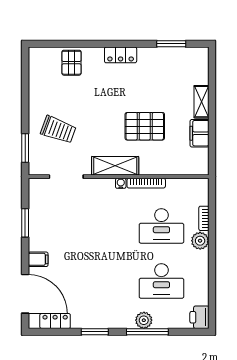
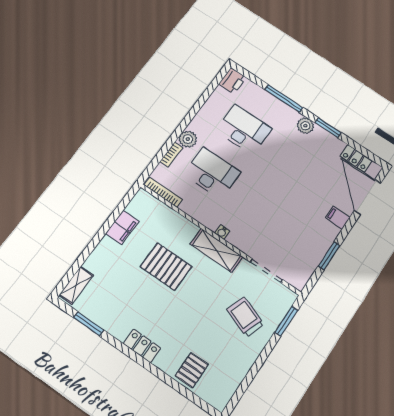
shelving: (201, 102) -> (76, 285), moved
bookcase: (146, 183) -> (163, 192), moved
plant: (144, 320) -> (305, 126), moved

